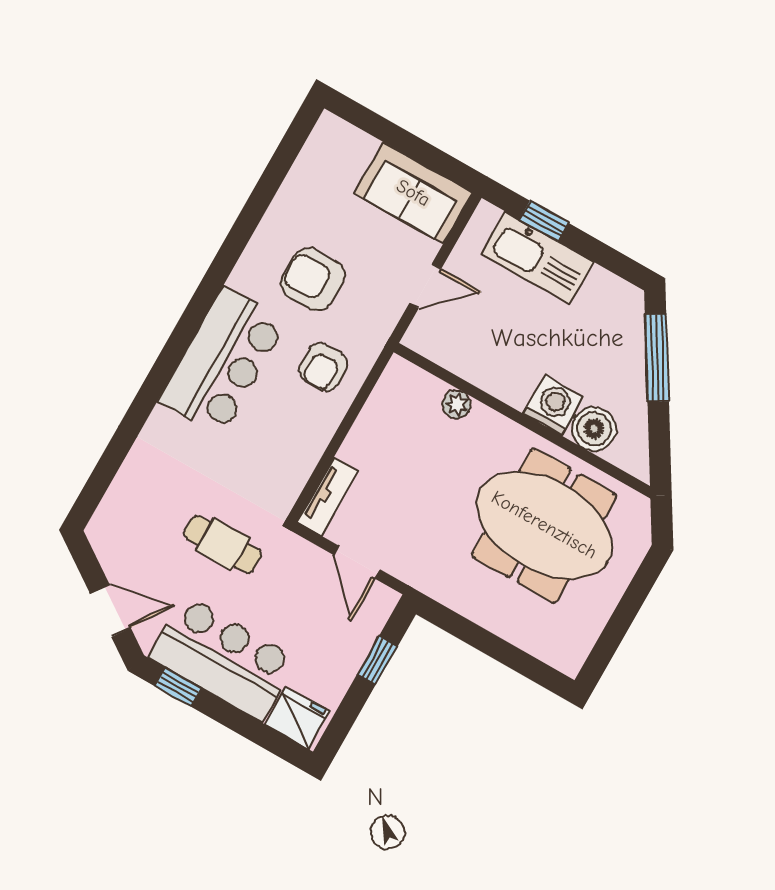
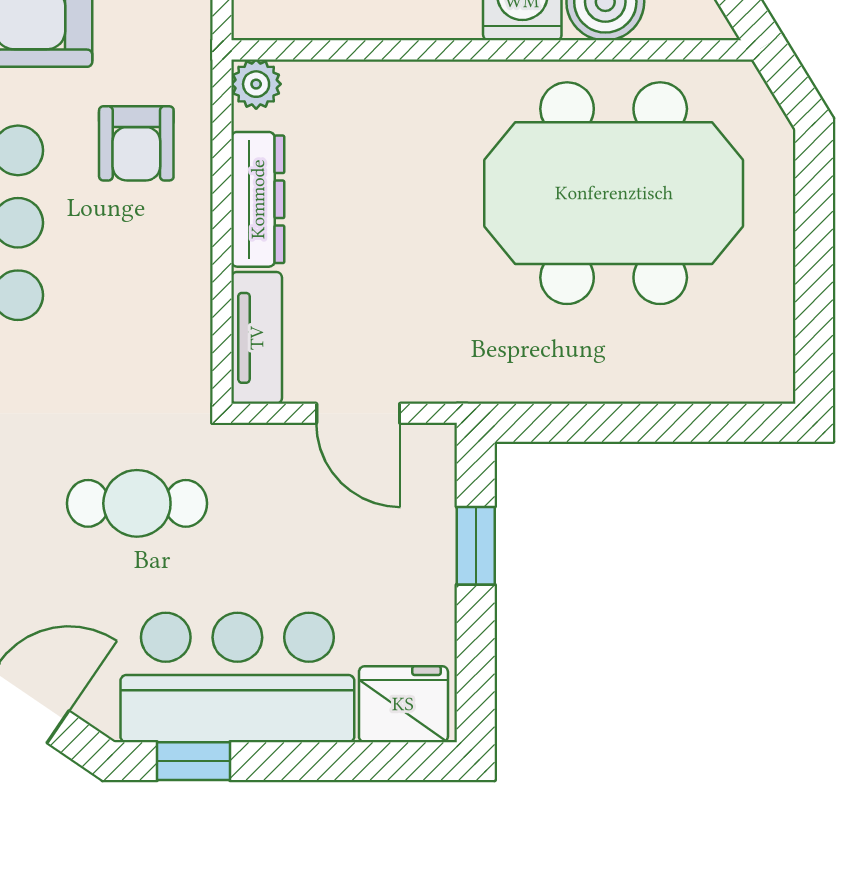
plant: (457, 404) -> (256, 84), moved
dresser: (367, 429) -> (258, 199), added

